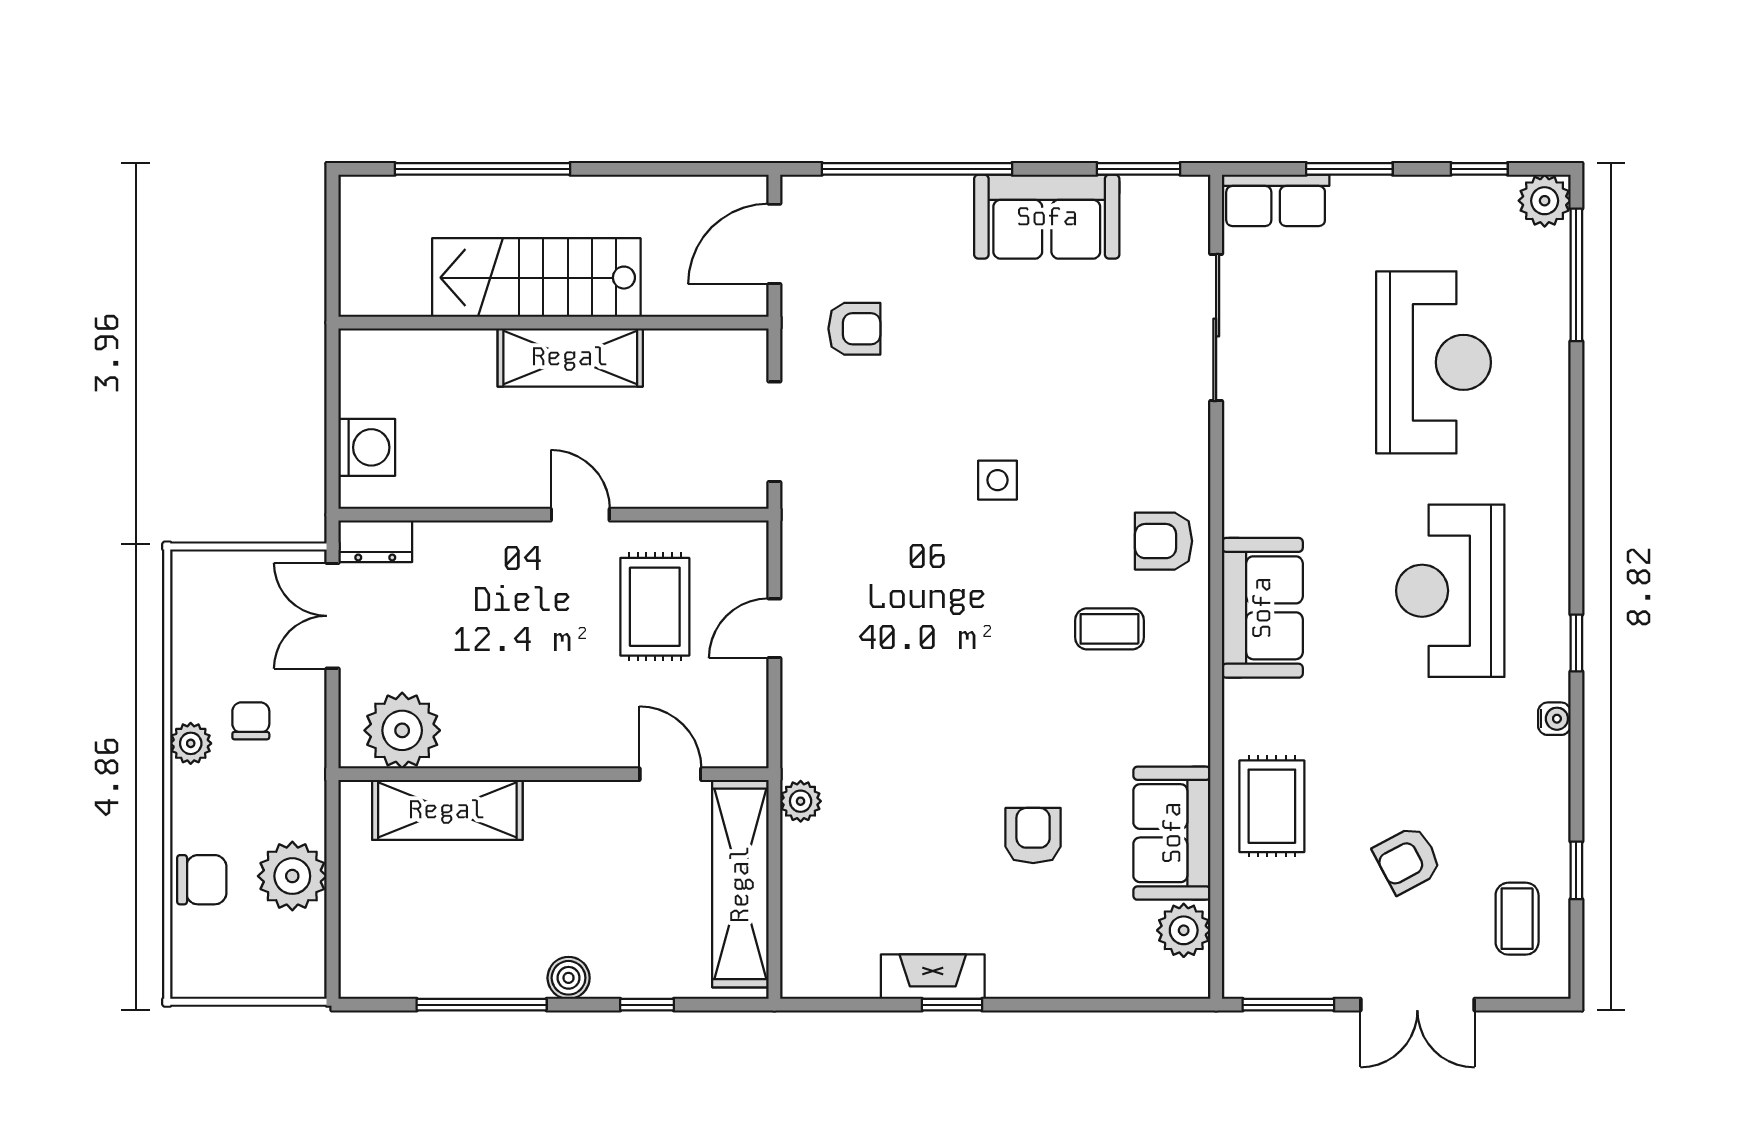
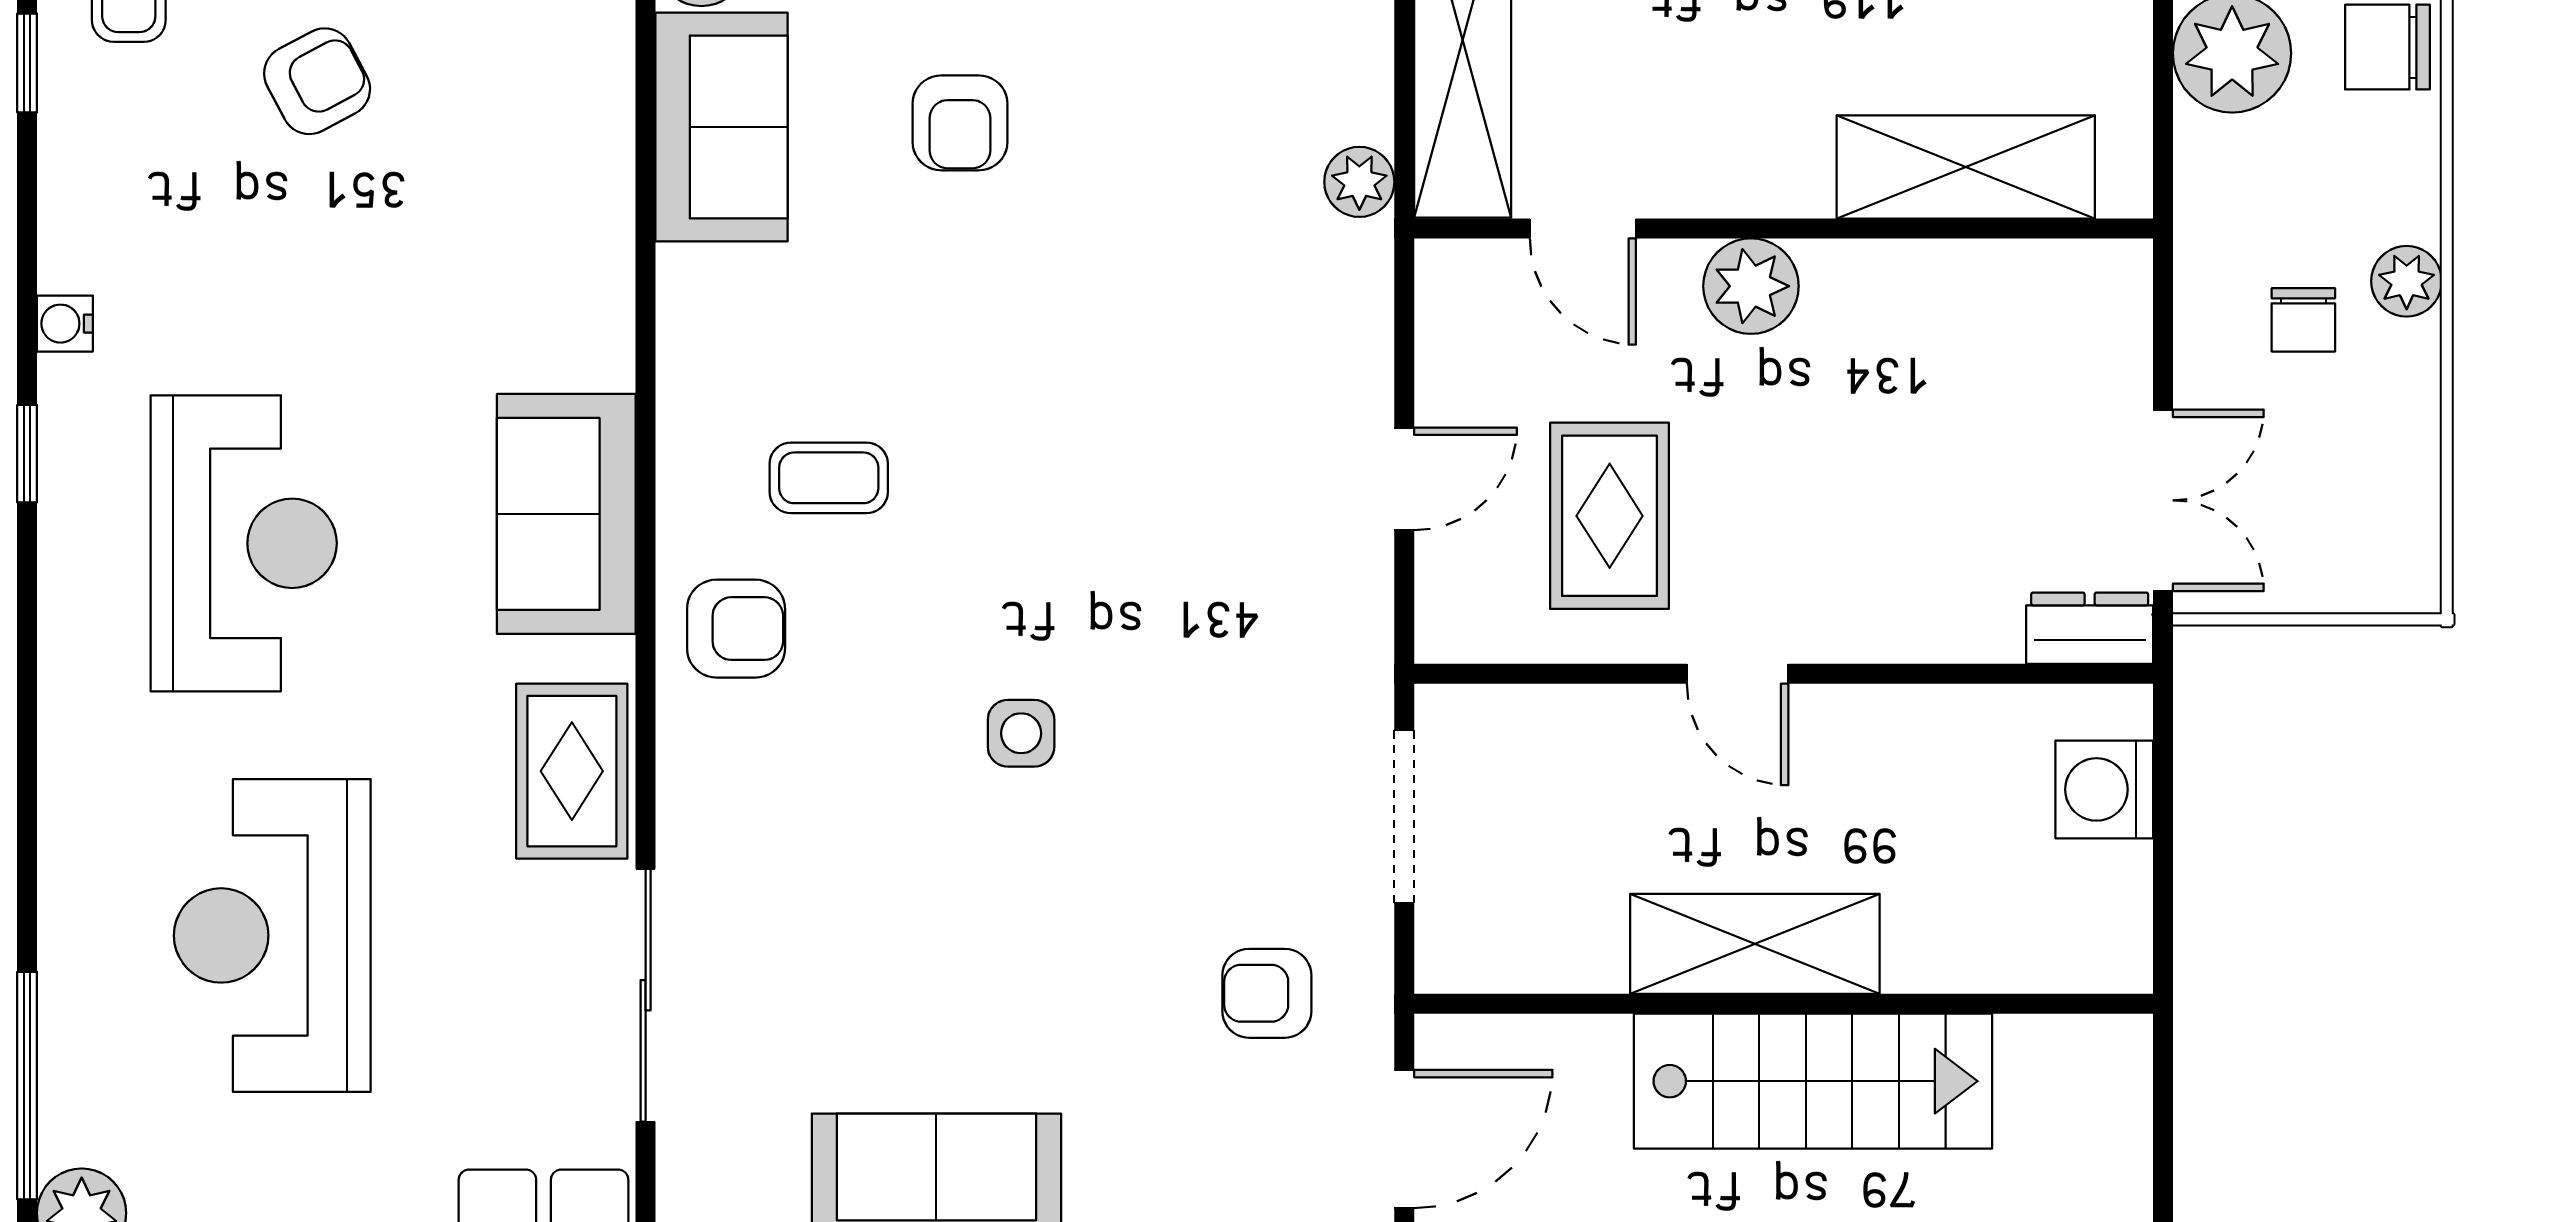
plant: (402, 730) -> (1751, 286), moved, width x0.73, depth x0.73
rug: (1272, 806) -> (572, 771), moved

